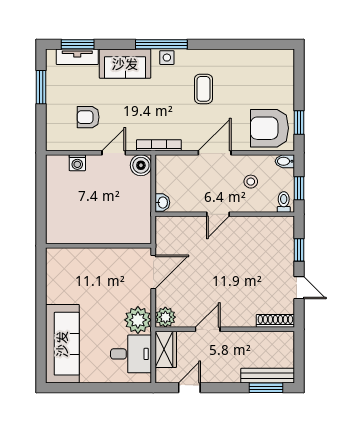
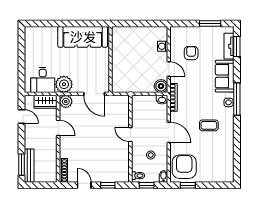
washbasin: (162, 203) -> (162, 100), moved
door: (299, 288) -> (84, 185), swing flipped
sofa: (62, 344) -> (83, 37), moved

